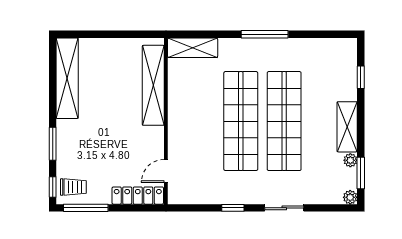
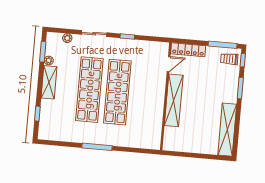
shelving: (193, 48) -> (144, 142), removed
shelving: (153, 85) -> (174, 100), moved
plant: (350, 197) -> (67, 38), moved

